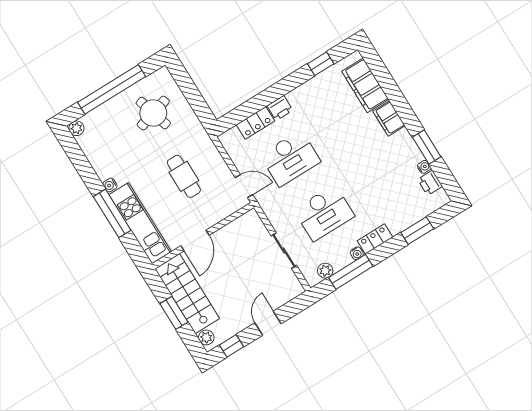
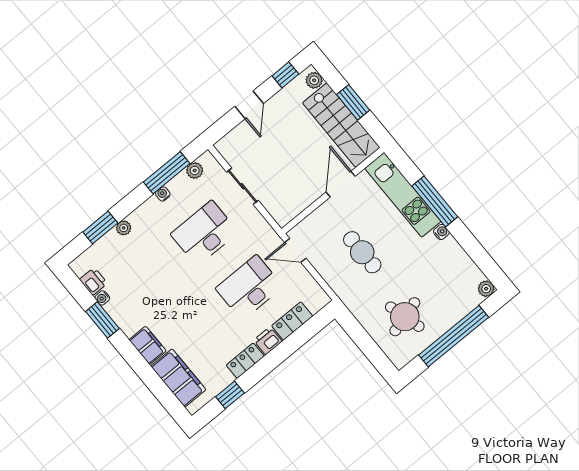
plant: (396, 227) -> (124, 228), added
locker: (375, 239) -> (245, 361), moved, turned 180

